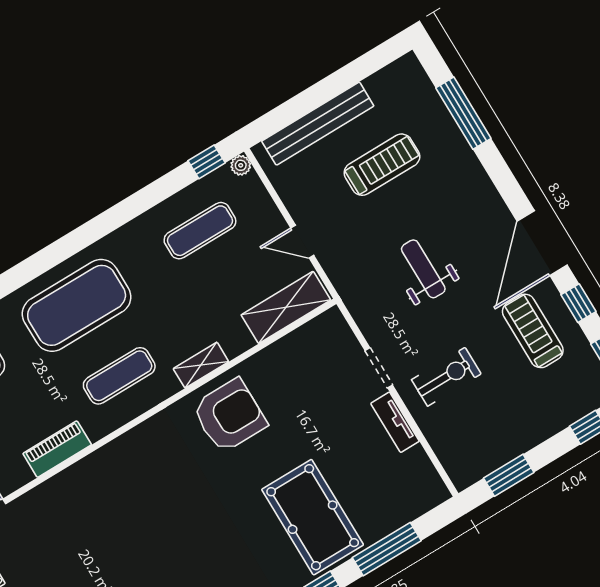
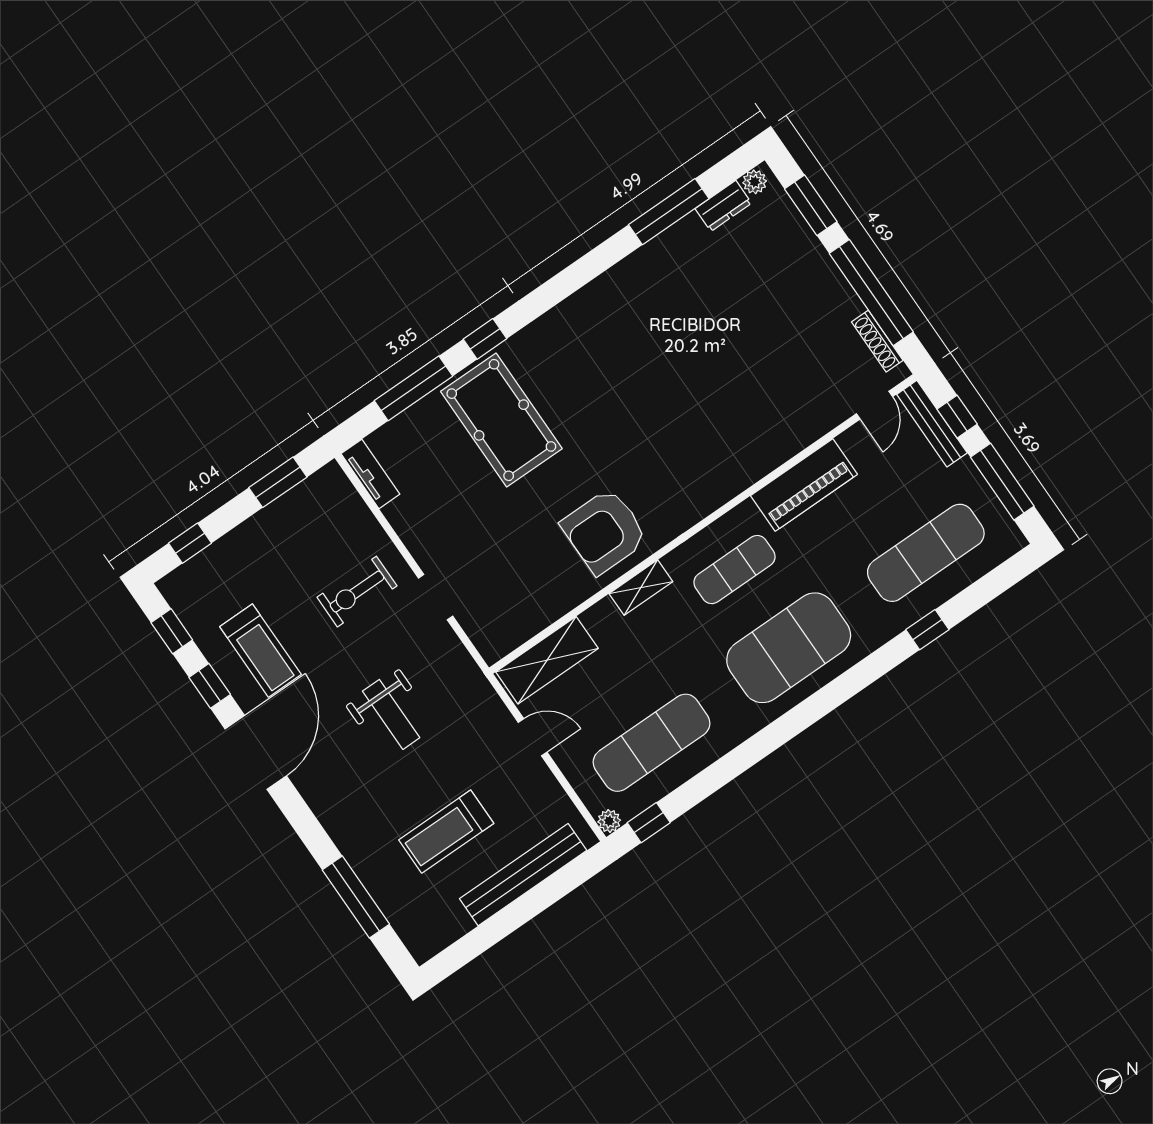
exercise mat: (200, 231) -> (652, 743), width x1.36, depth x1.45
tv unit: (395, 422) -> (370, 474), moved
piano: (57, 449) -> (804, 485), width x1.37, depth x1.33

